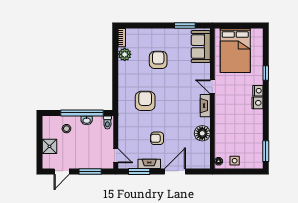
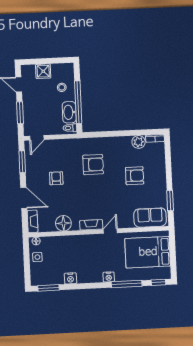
window: (266, 41) -> (158, 282), added
window: (266, 73) -> (127, 284), width x2.17
nightstand: (257, 103) -> (70, 278), moved
washbasin: (87, 120) -> (69, 112), width x1.91, depth x1.45
fireplace: (149, 164) -> (33, 221), moved

